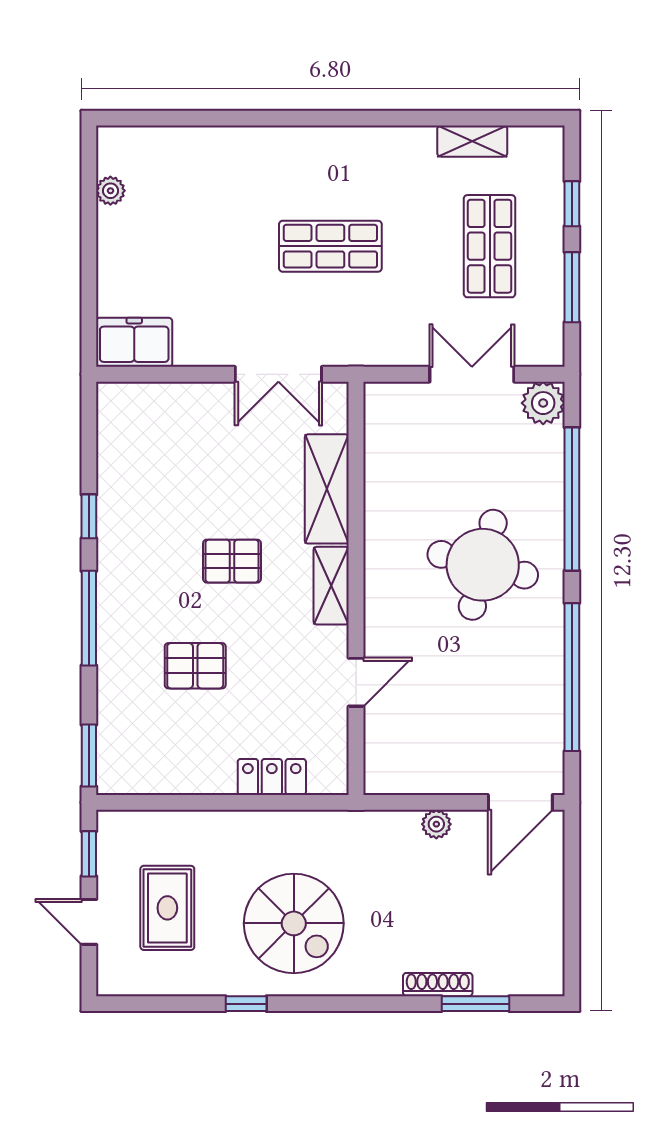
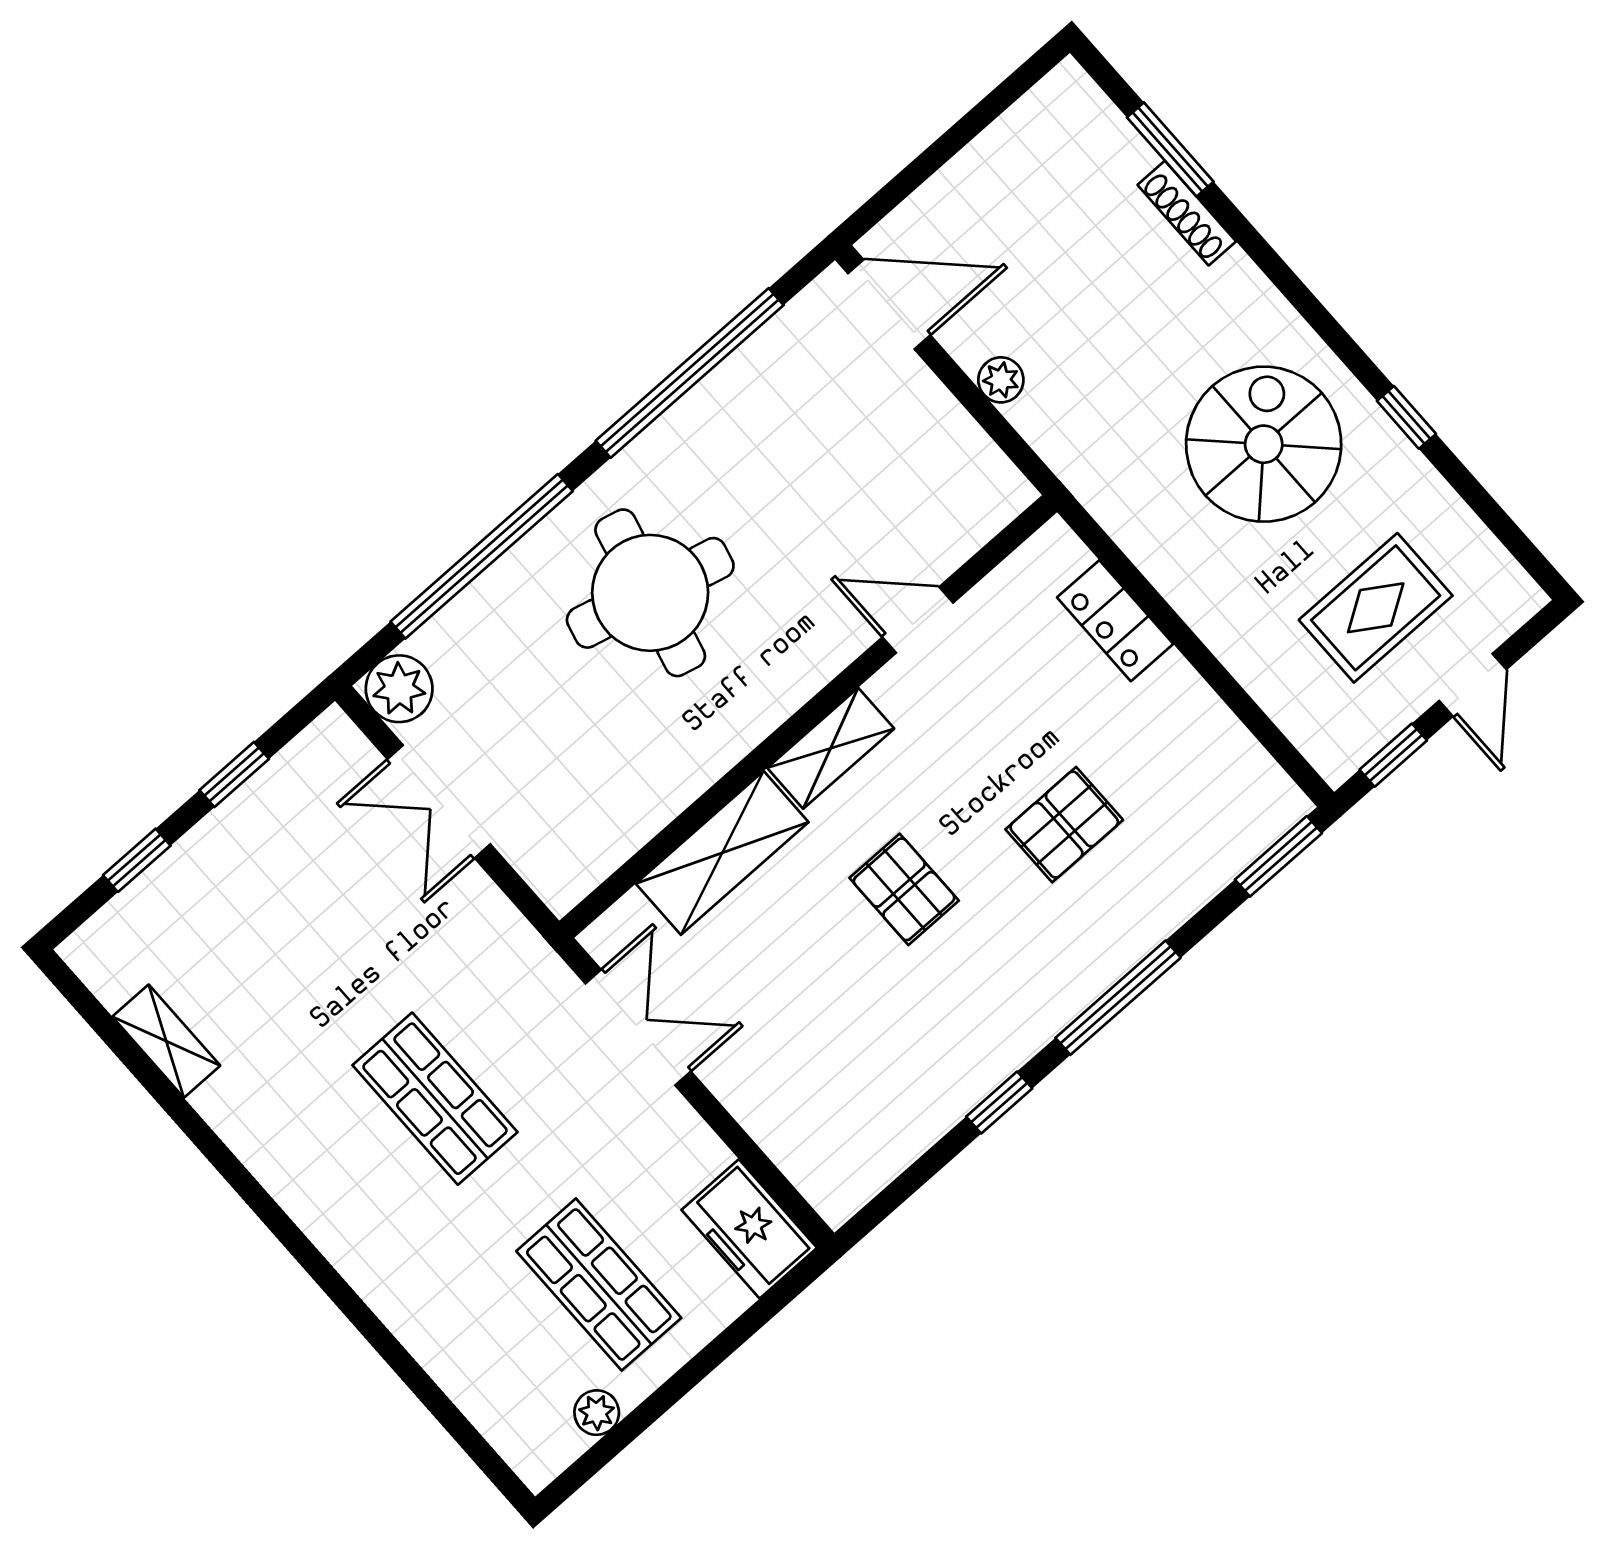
shop shelf: (490, 246) -> (599, 1284), moved, turned 90
window: (572, 287) -> (234, 774), width x0.67
pallet: (195, 666) -> (1064, 825), turned 90

